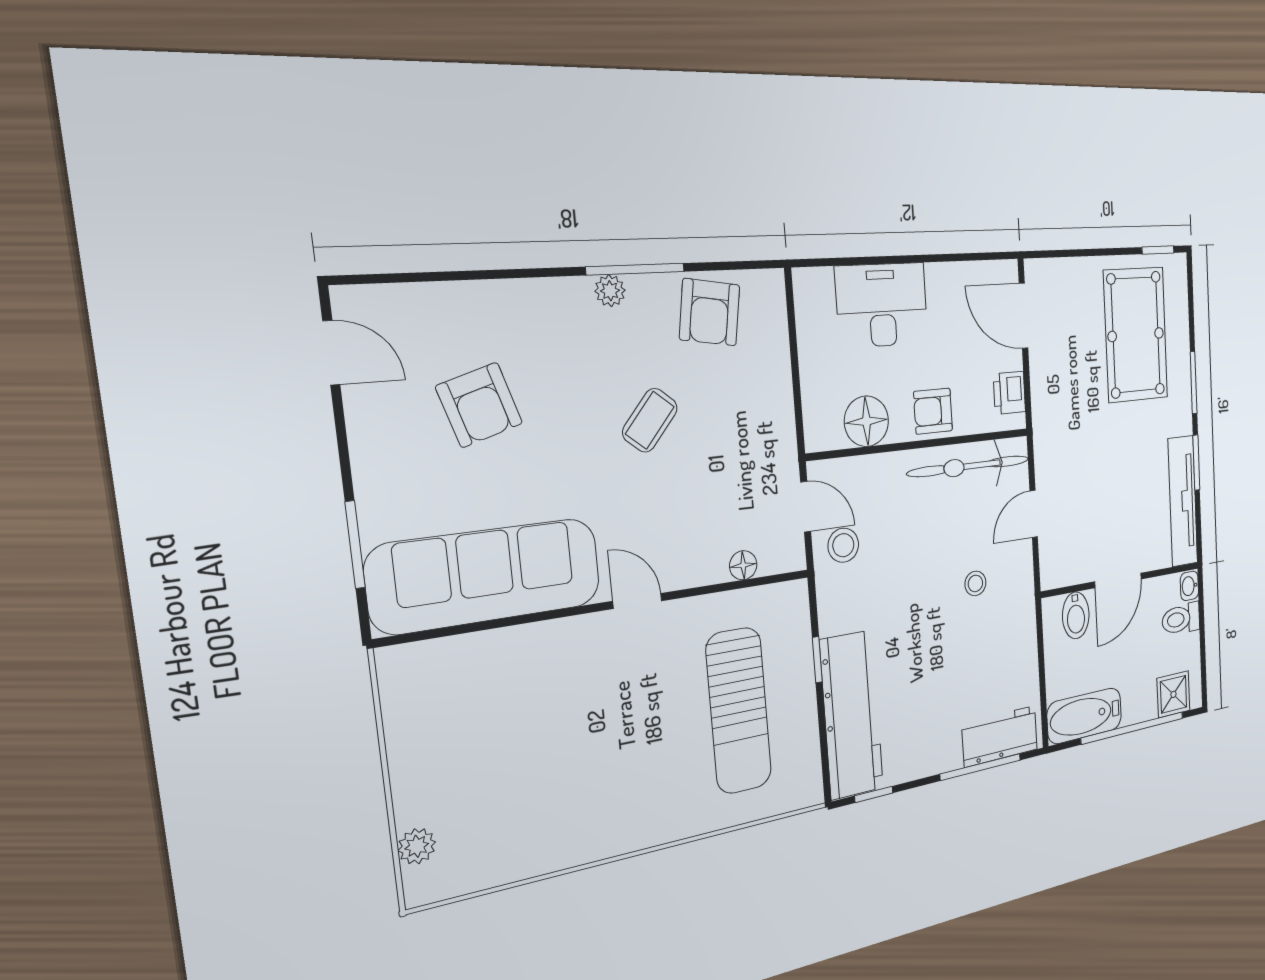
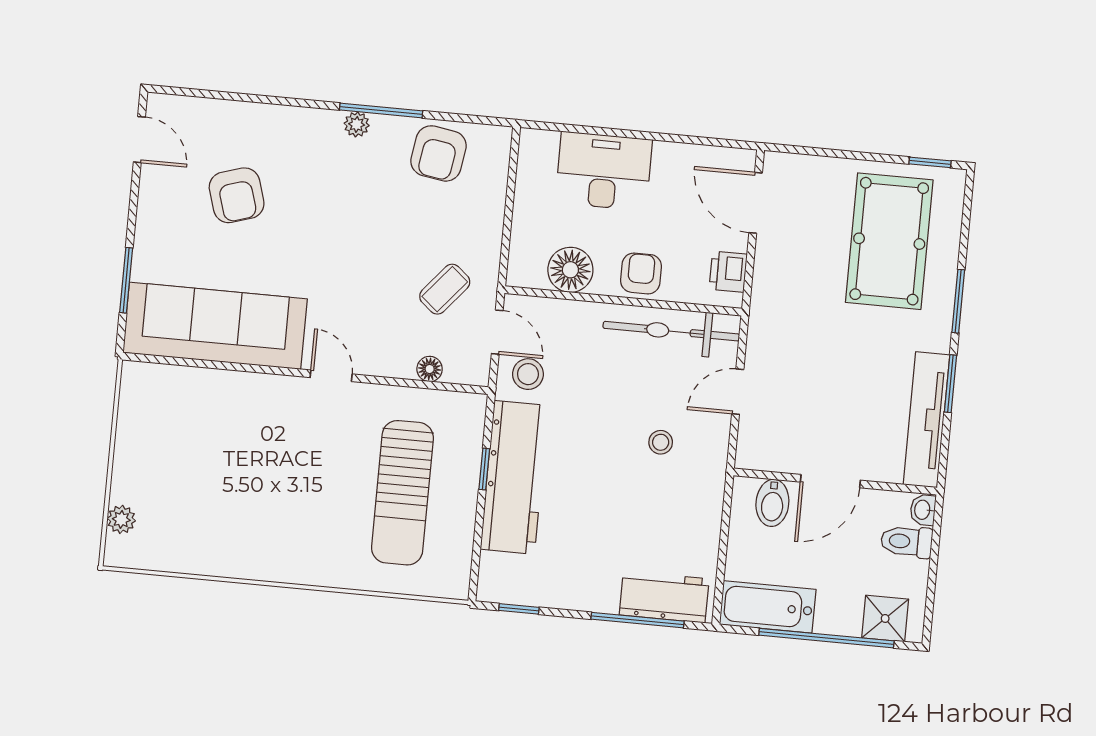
armchair: (933, 411) -> (641, 273), turned 90
coffee table: (650, 420) -> (445, 289), moved
workbench: (852, 715) -> (514, 477), moved

